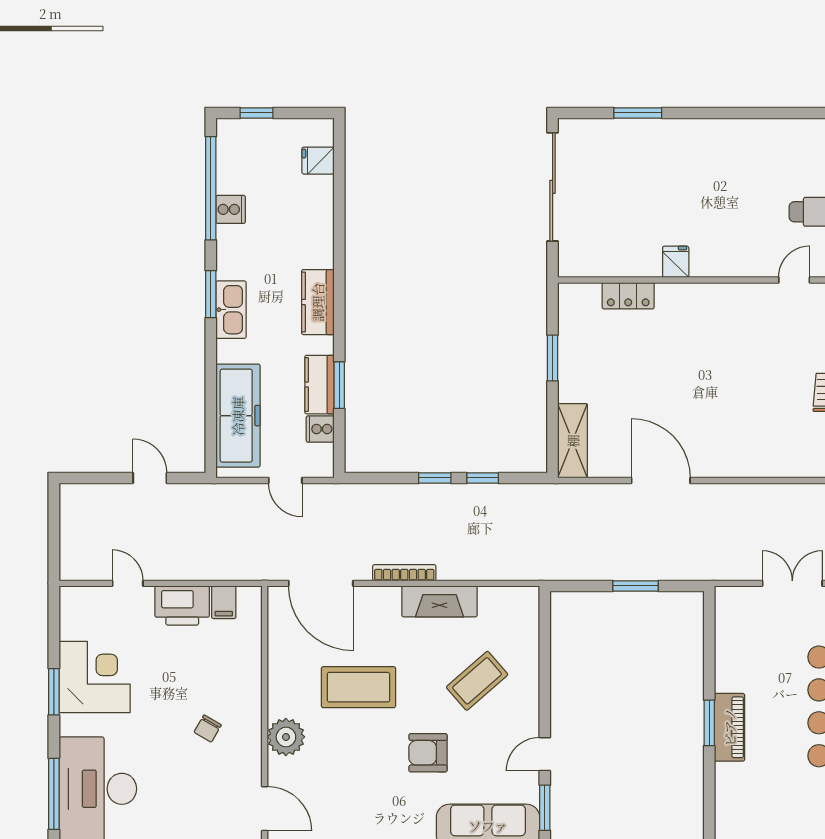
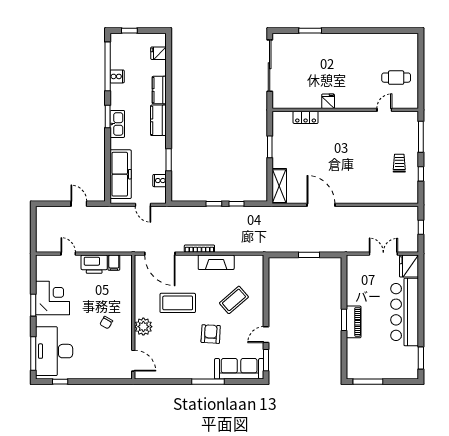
kitchen counter: (319, 385) -> (159, 90), moved
armchair: (428, 753) -> (211, 334), turned 93

